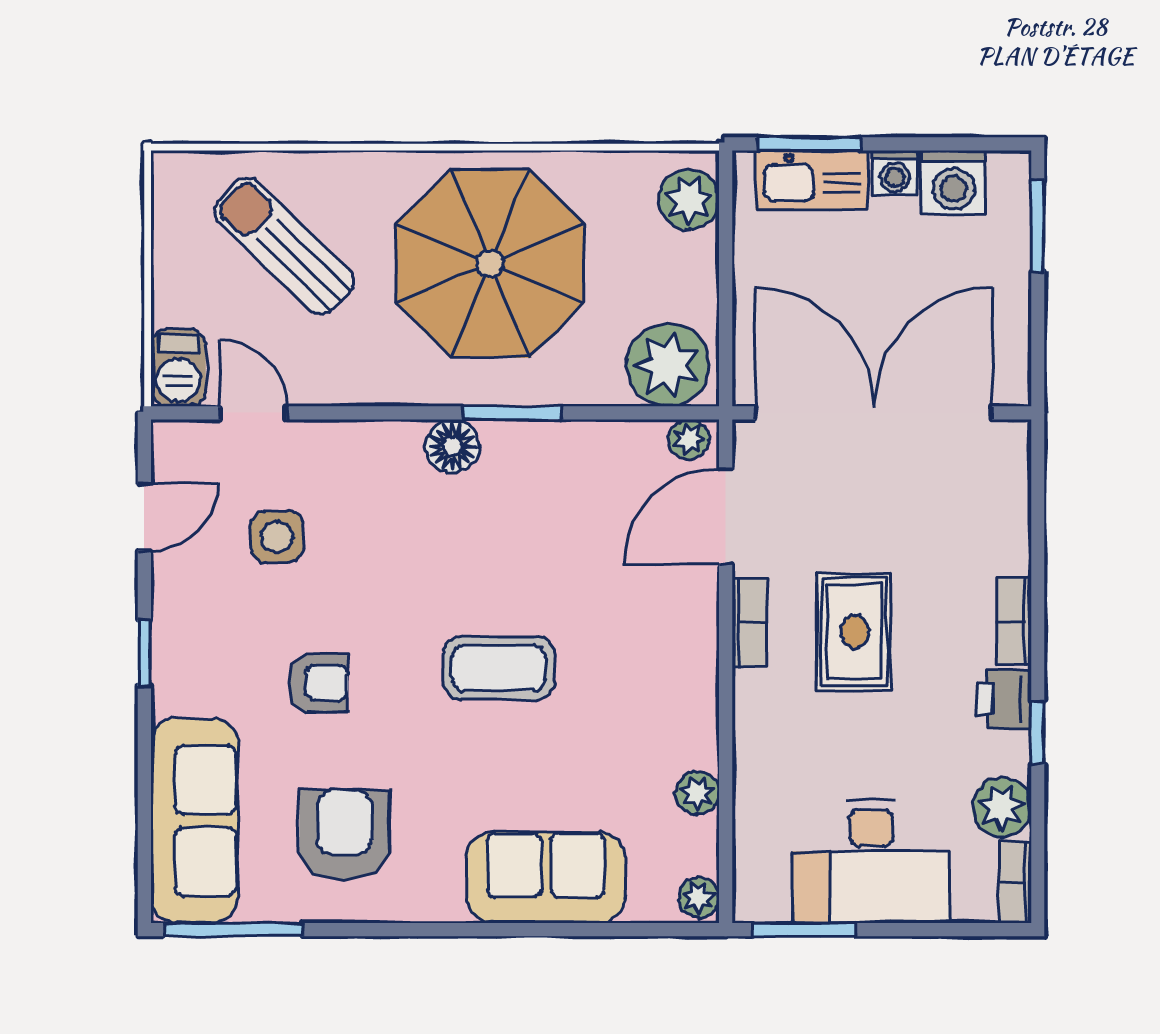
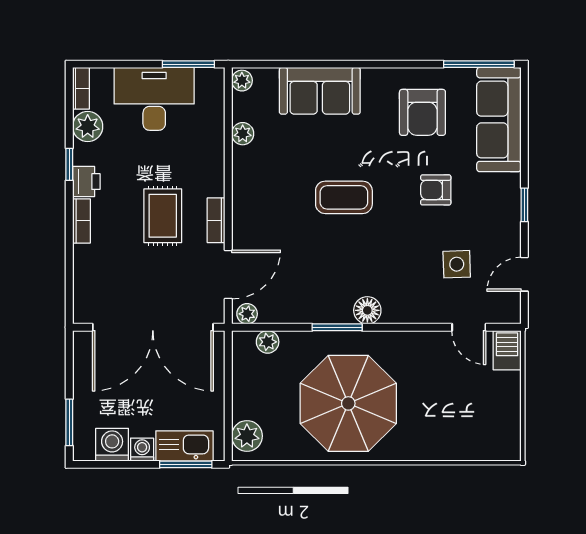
sun lounger: (284, 246) -> (453, 412), removed
plant: (668, 365) -> (268, 342), width x0.53, depth x0.53

